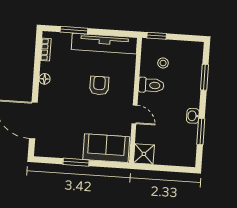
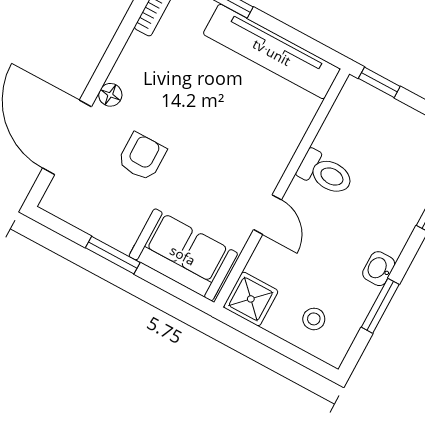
stool: (163, 63) -> (314, 319), moved
floor lamp: (45, 79) -> (110, 95), moved
armchair: (99, 85) -> (142, 157), moved

